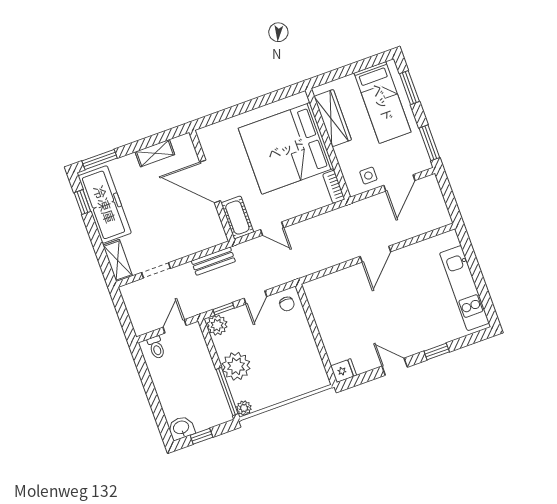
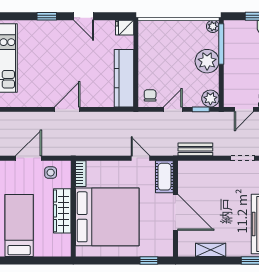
window: (221, 116) -> (149, 260), added
wardrobe: (333, 118) -> (62, 211), moved
kitchen counter: (324, 313) -> (124, 78), added

